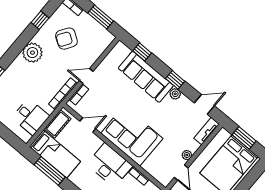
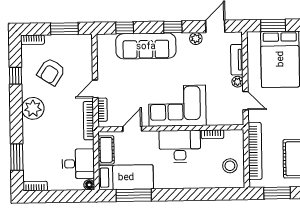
plant: (175, 94) -> (196, 39), moved
tv unit: (207, 131) -> (237, 60), moved
floor lamp: (26, 138) -> (89, 185), added

